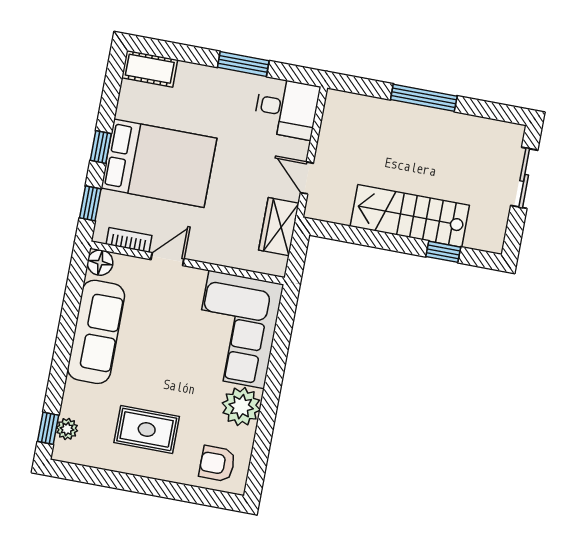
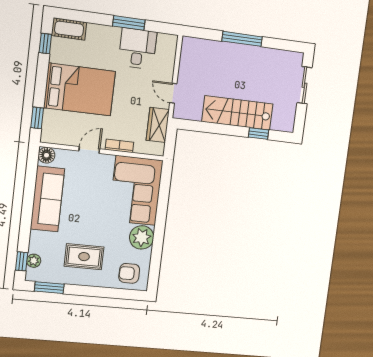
desk: (287, 108) -> (137, 48), moved, turned -90
window: (101, 147) -> (45, 44), moved
bookcase: (129, 240) -> (119, 146), moved
window: (88, 475) -> (49, 288), added

